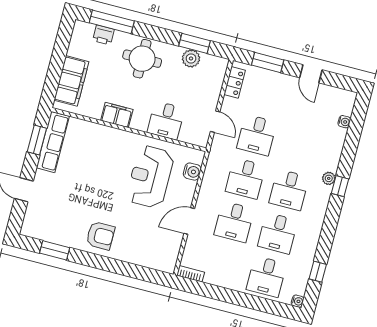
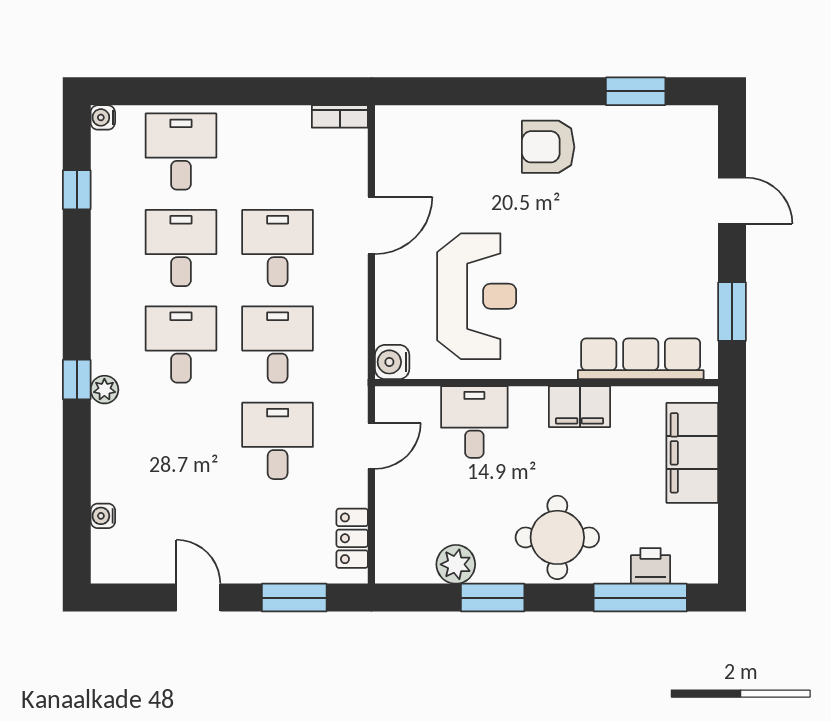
window: (194, 43) -> (493, 598), moved
door: (215, 122) -> (371, 446), swing flipped
row of seats: (53, 142) -> (641, 359), moved, turned 90
water cooler: (192, 172) -> (392, 362), moved

